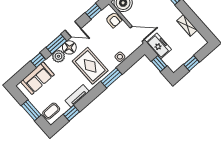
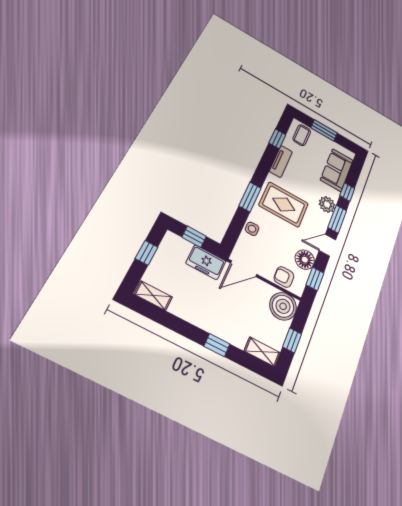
shelving: (187, 25) -> (153, 296), moved
floor lamp: (69, 47) -> (305, 260), moved

